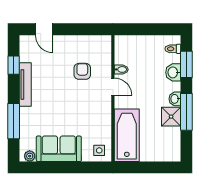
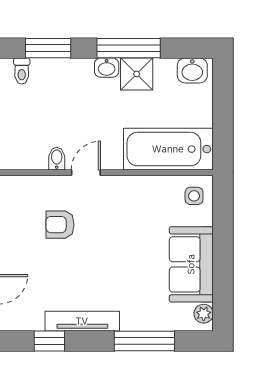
washbasin: (173, 72) -> (192, 70), moved

